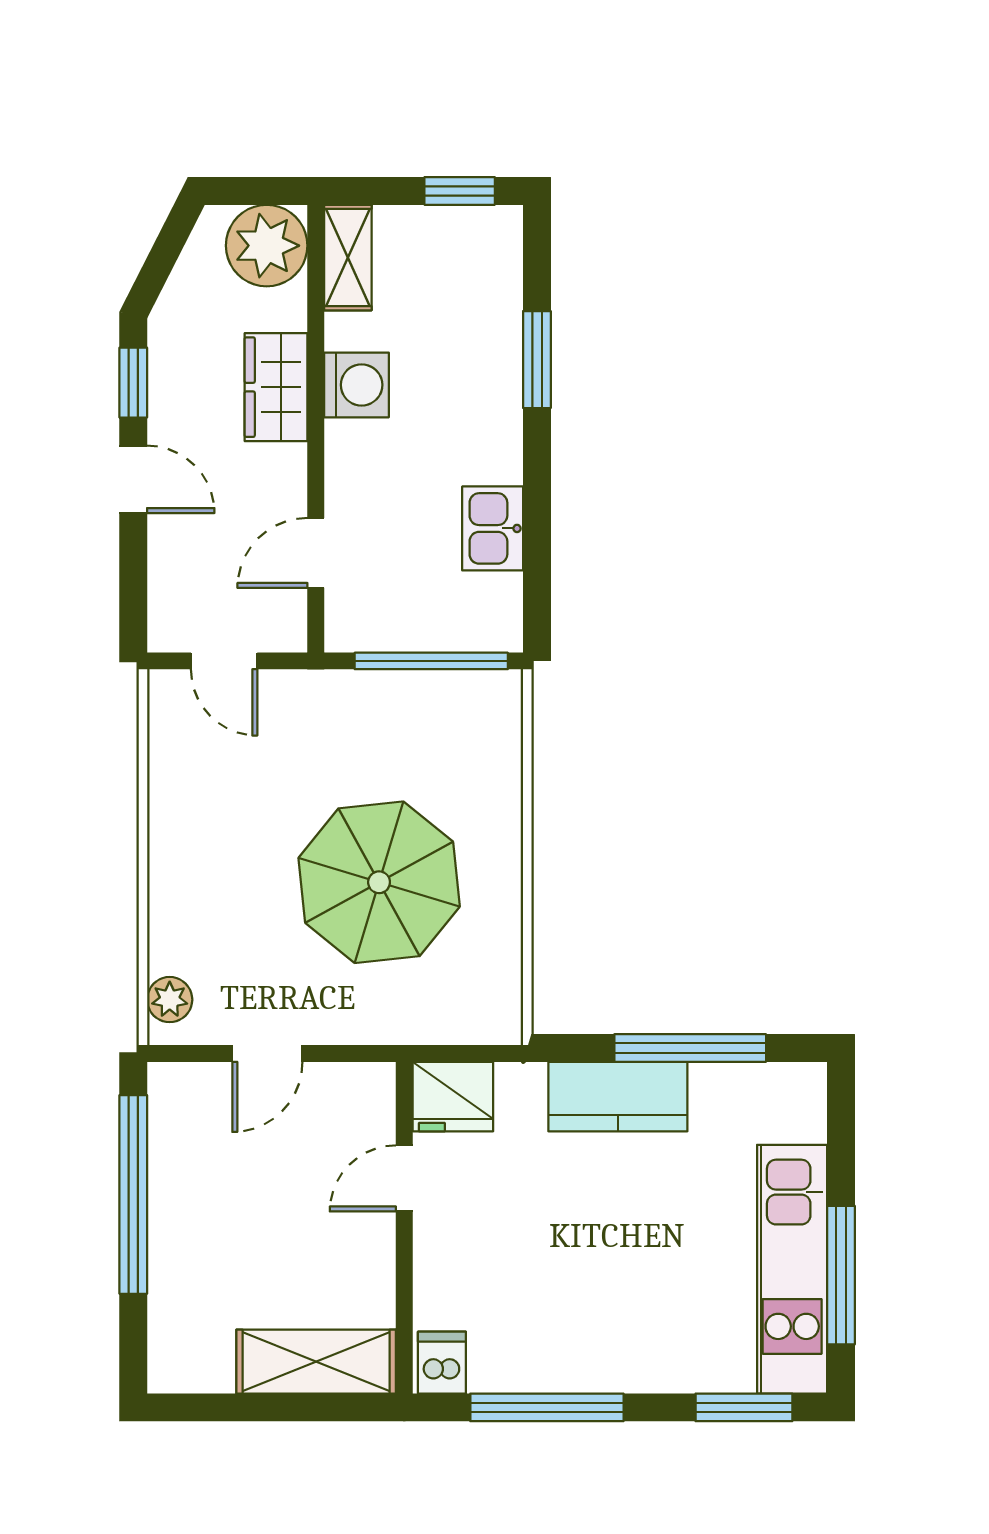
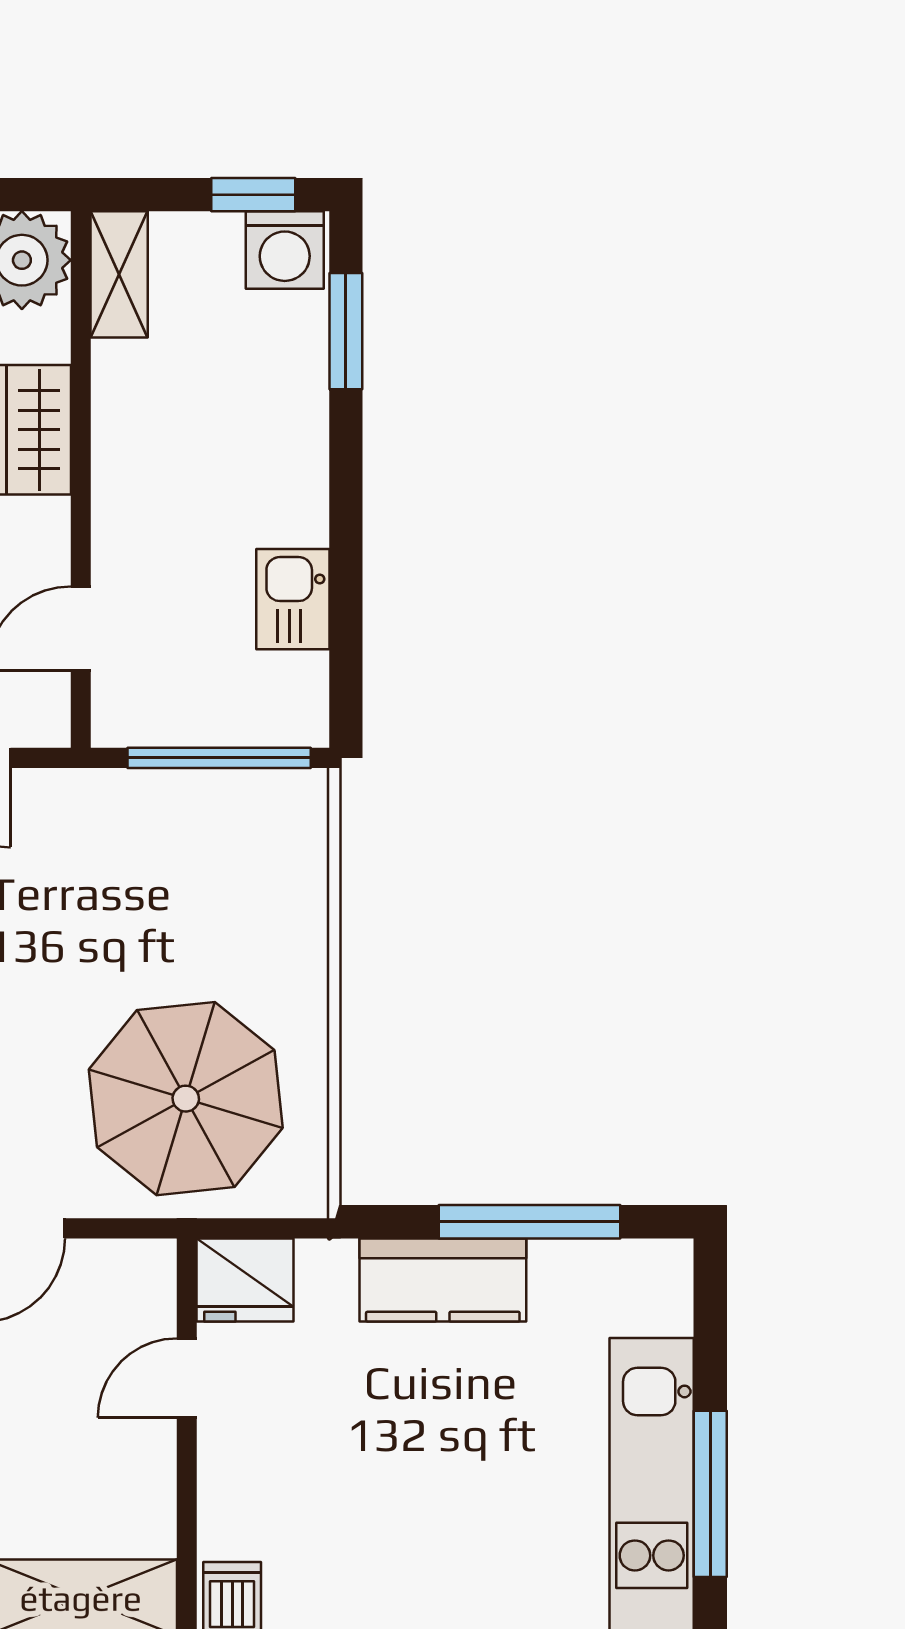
window: (537, 360) -> (346, 331), moved
washing machine: (356, 385) -> (285, 250), moved, turned 90
parasol: (379, 882) -> (186, 1099), moved

